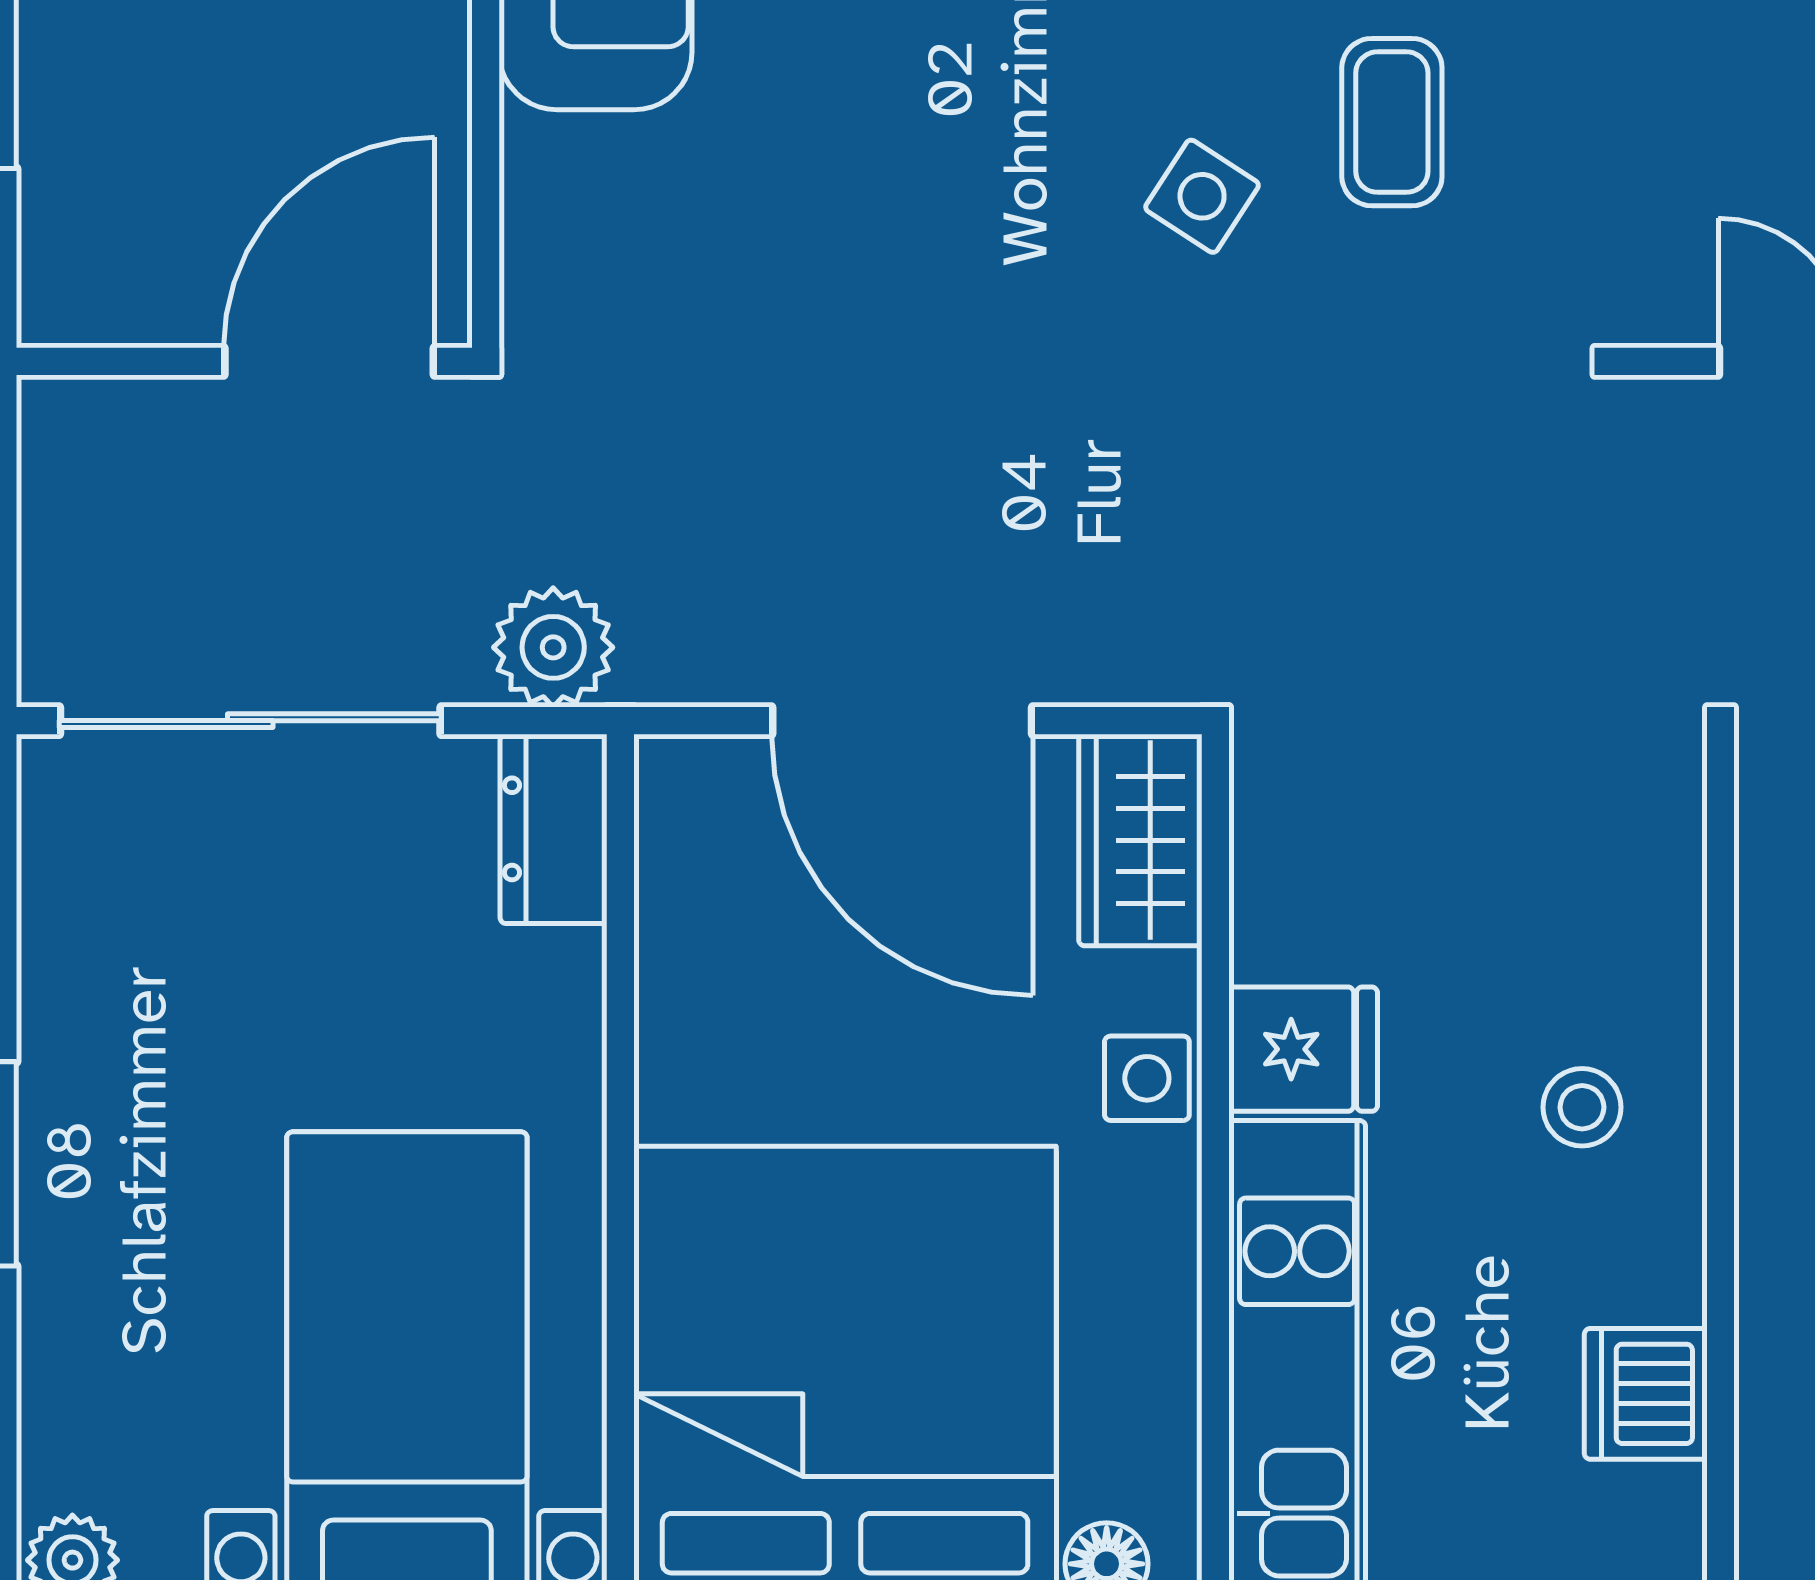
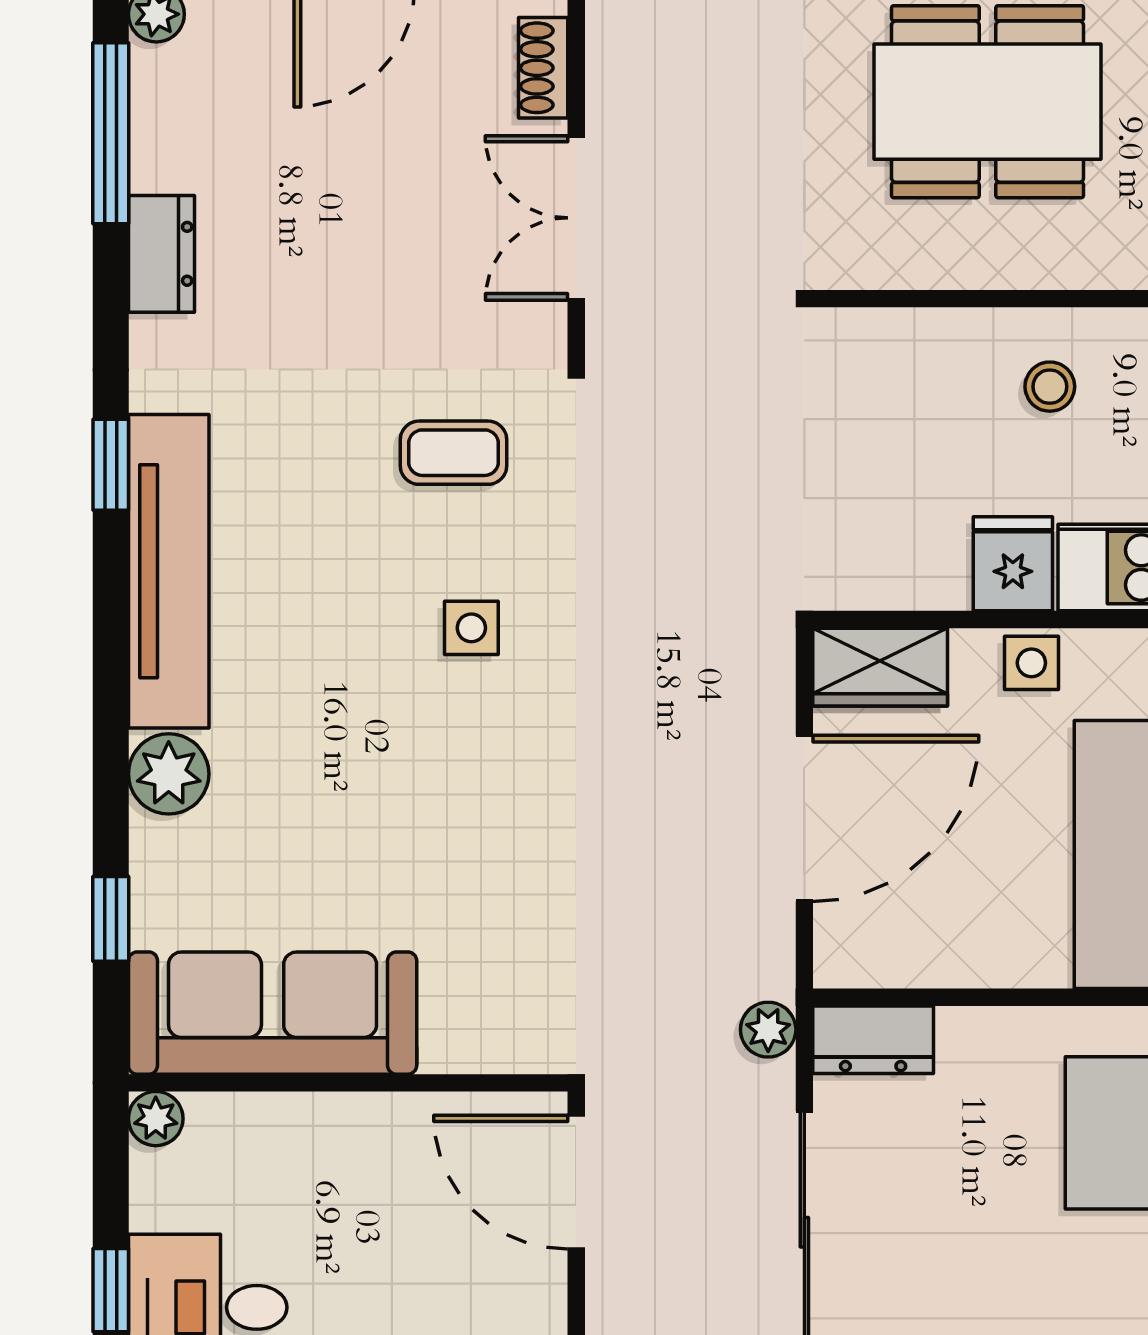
coffee table: (1392, 122) -> (454, 453), moved
side table: (1202, 196) -> (471, 628), turned -33
plant: (553, 647) -> (768, 1030), width x0.73, depth x0.73

